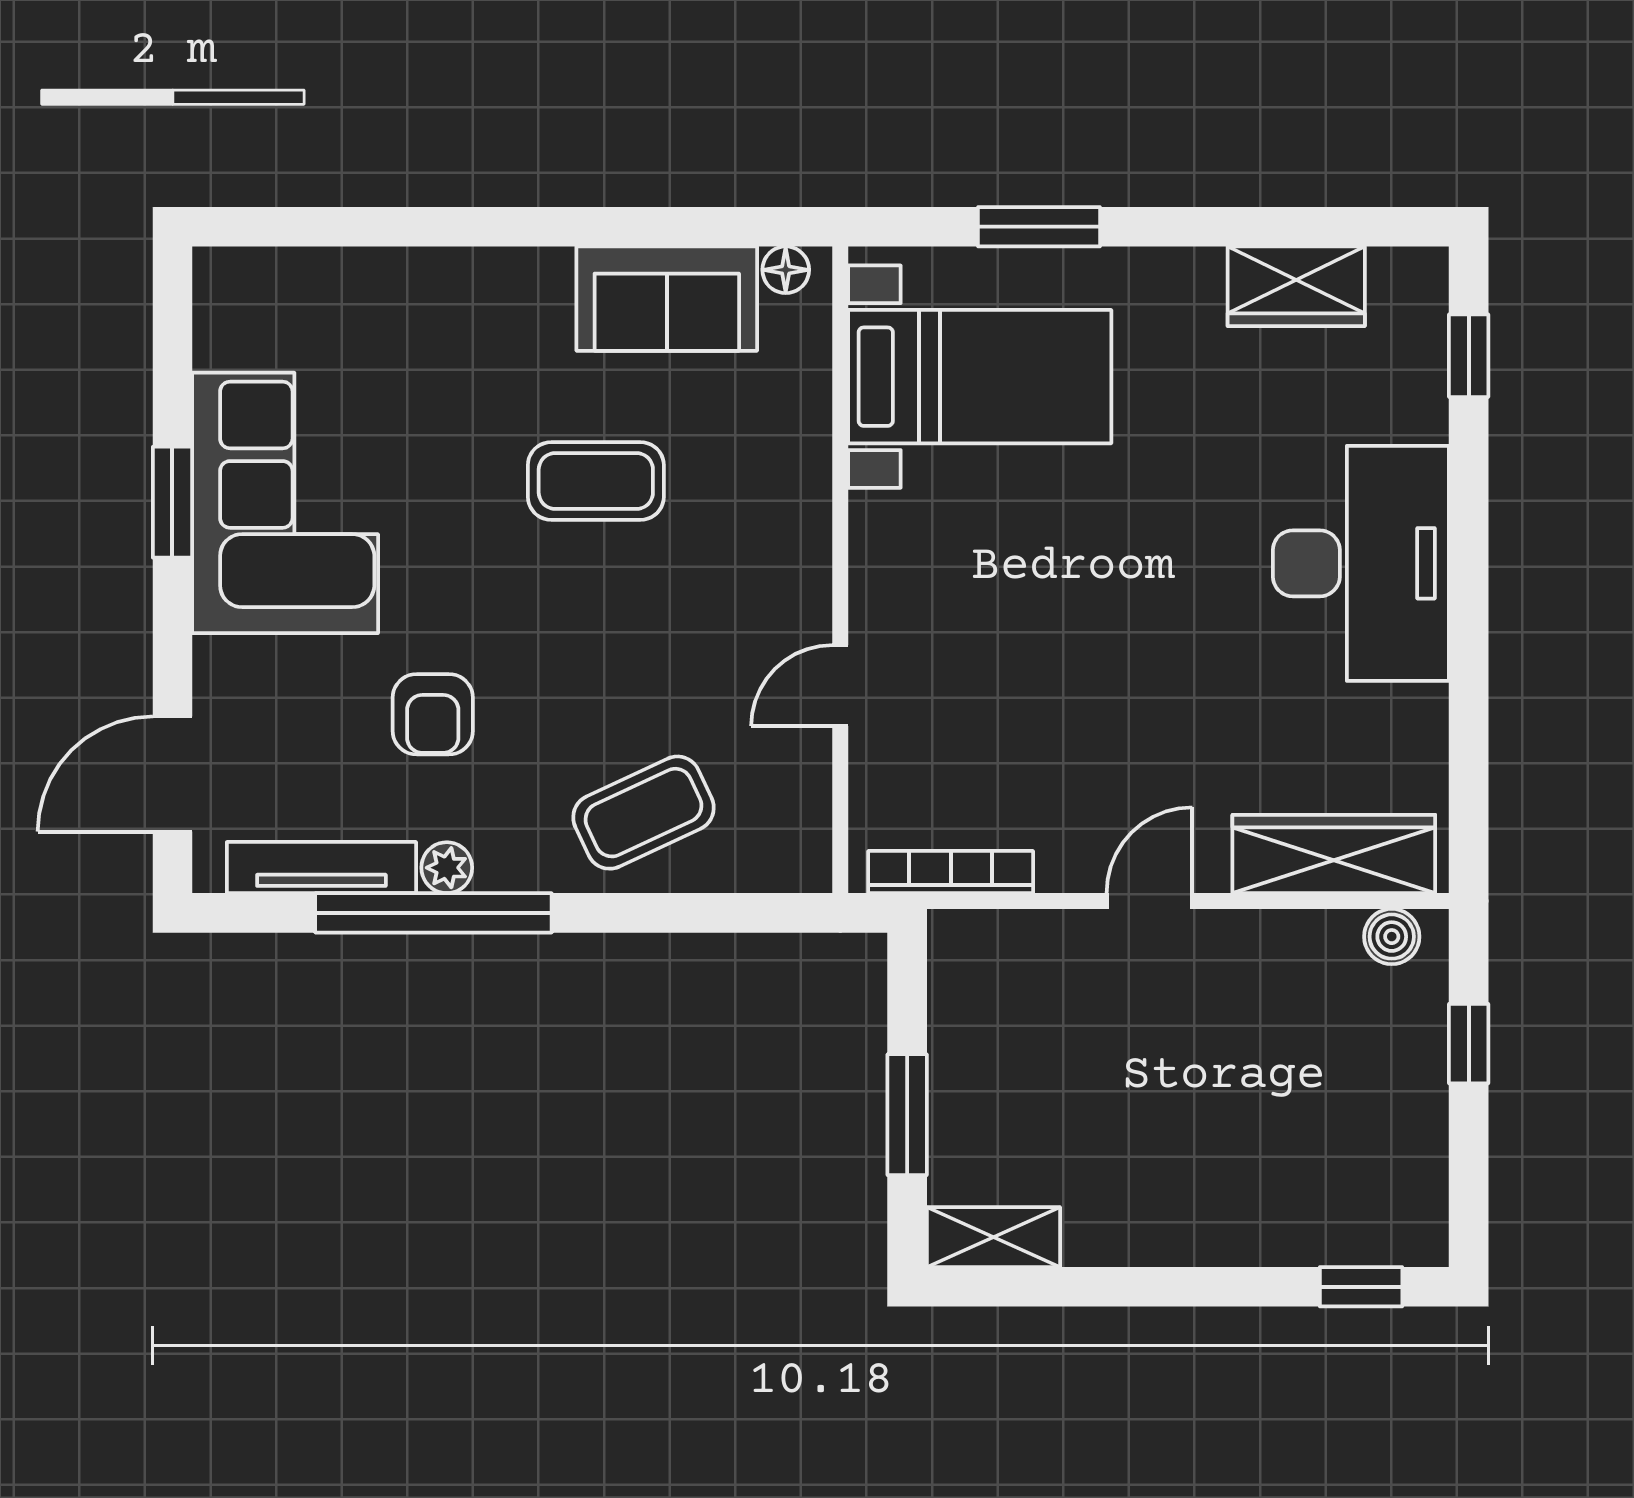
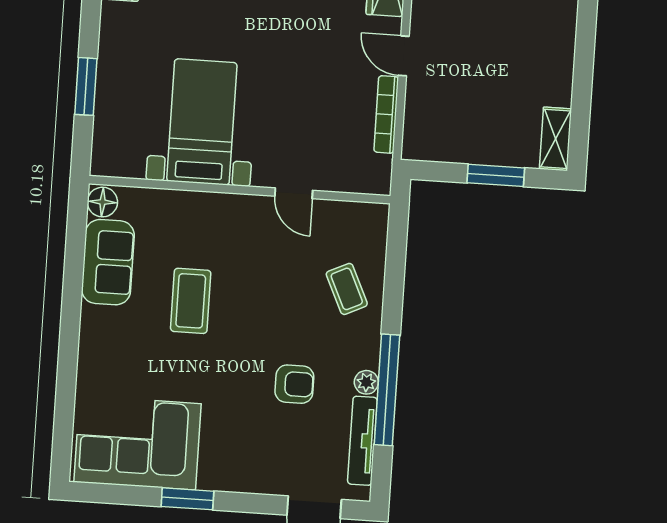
floor lamp: (786, 270) -> (102, 202), width x1.37, depth x1.37
bed with nightstands: (980, 377) -> (202, 122), moved
corner sofa: (285, 503) -> (138, 443), moved
coffee table: (643, 813) -> (347, 289), width x0.73, depth x0.77
bookcase: (951, 872) -> (386, 114), moved

